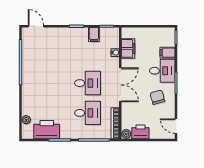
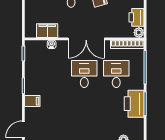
filing cabinet: (94, 34) -> (32, 101), moved
double door: (120, 85) -> (86, 39), swing flipped
printer: (47, 130) -> (134, 104), moved

